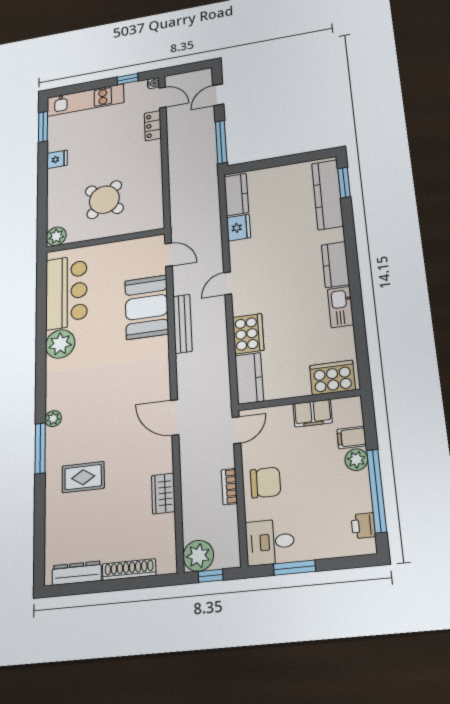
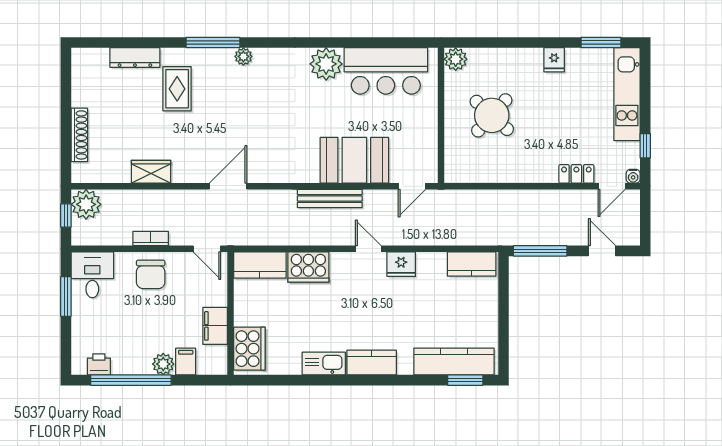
fridge: (239, 228) -> (401, 264), moved
dresser: (77, 573) -> (135, 58), moved, turned 90

